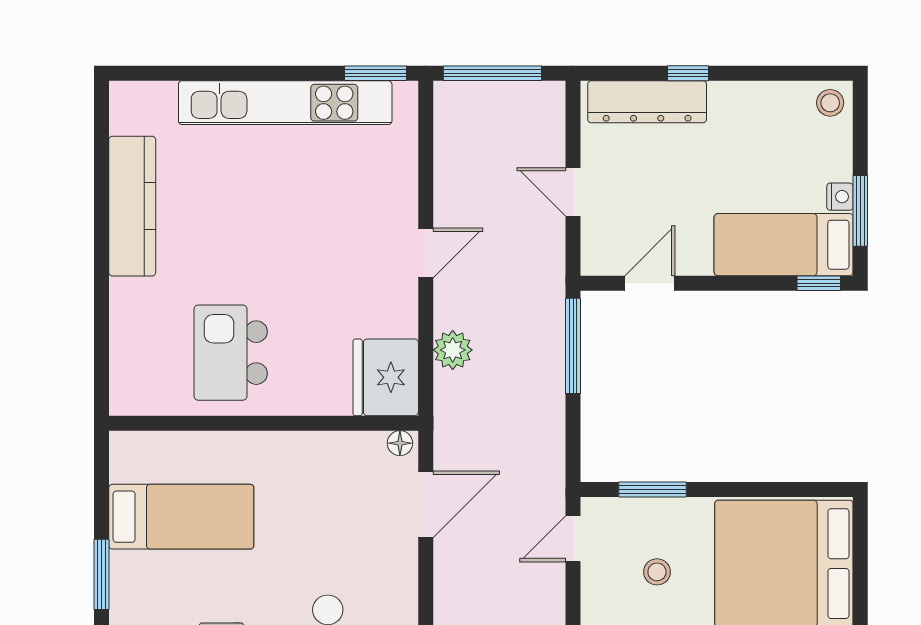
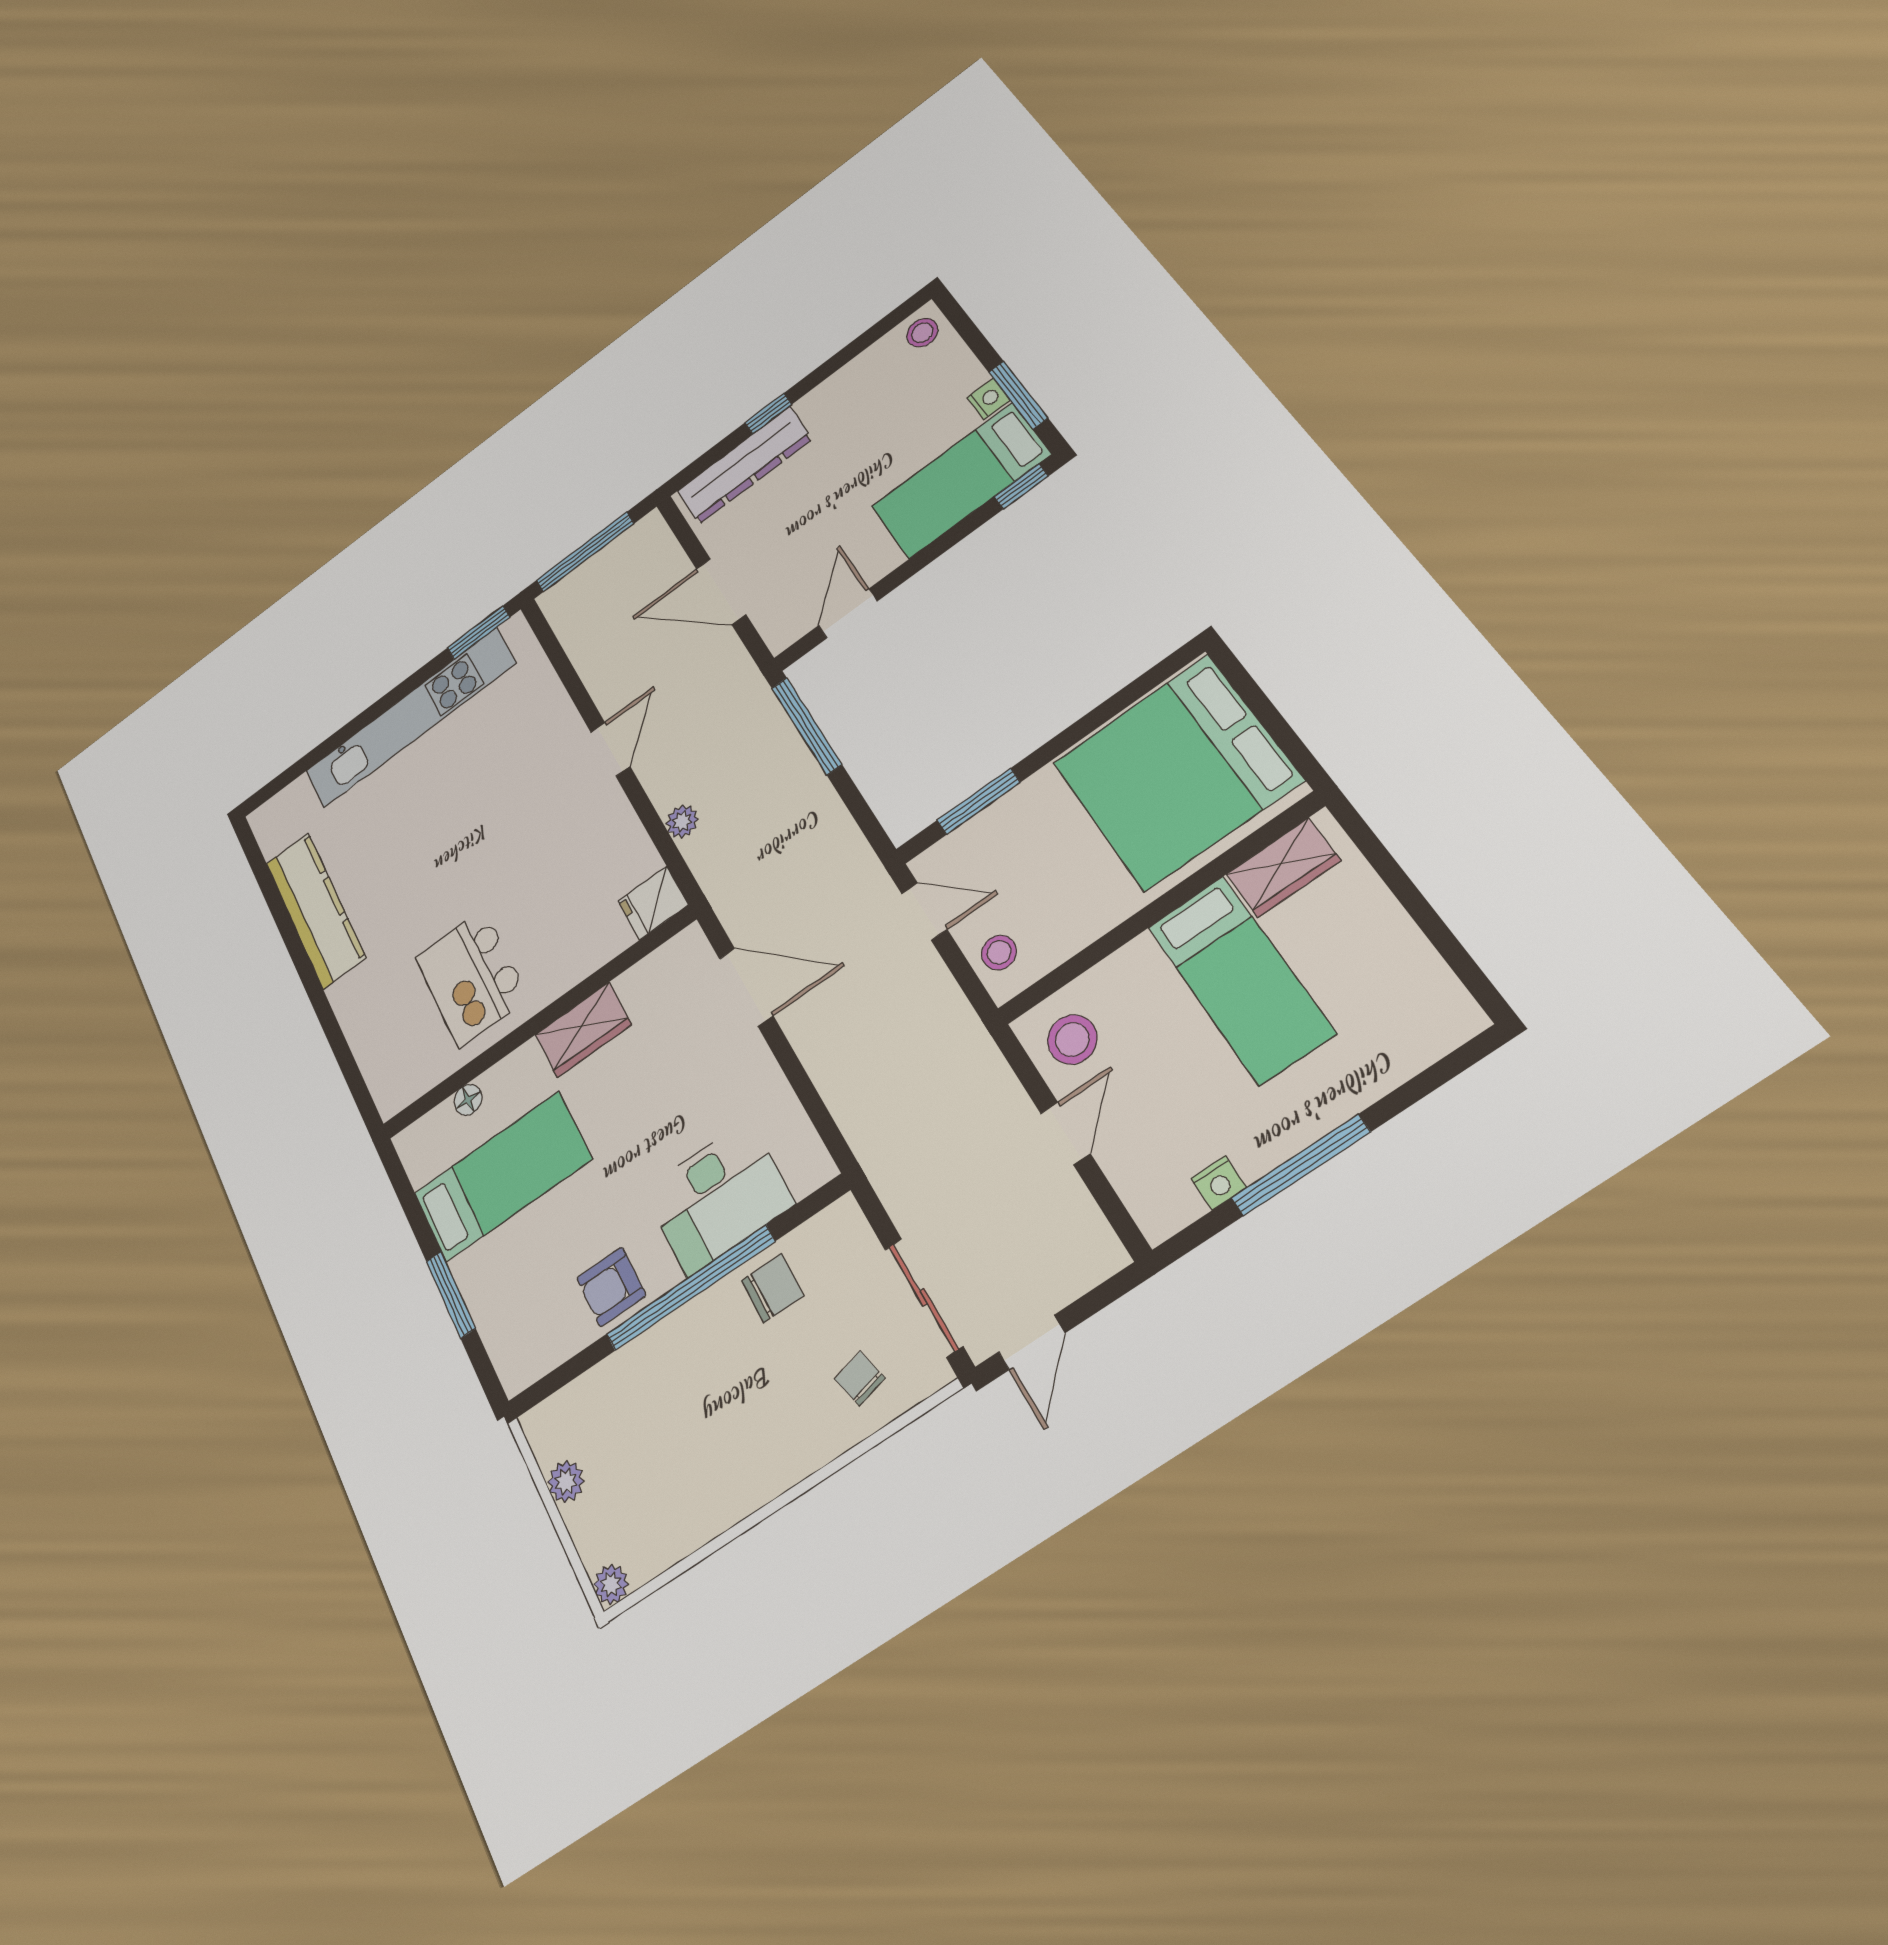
door: (573, 192) -> (721, 592), width x1.38
plant: (453, 350) -> (682, 821), width x0.73, depth x0.73
fridge: (386, 377) -> (653, 903), width x0.53, depth x0.75
floor lamp: (400, 443) -> (468, 1100), moved
wardrobe: (295, 452) -> (583, 1030), added
door: (426, 504) -> (746, 987), hinge flipped
door: (573, 539) -> (924, 911), swing flipped
stool: (657, 572) -> (999, 953), moved

